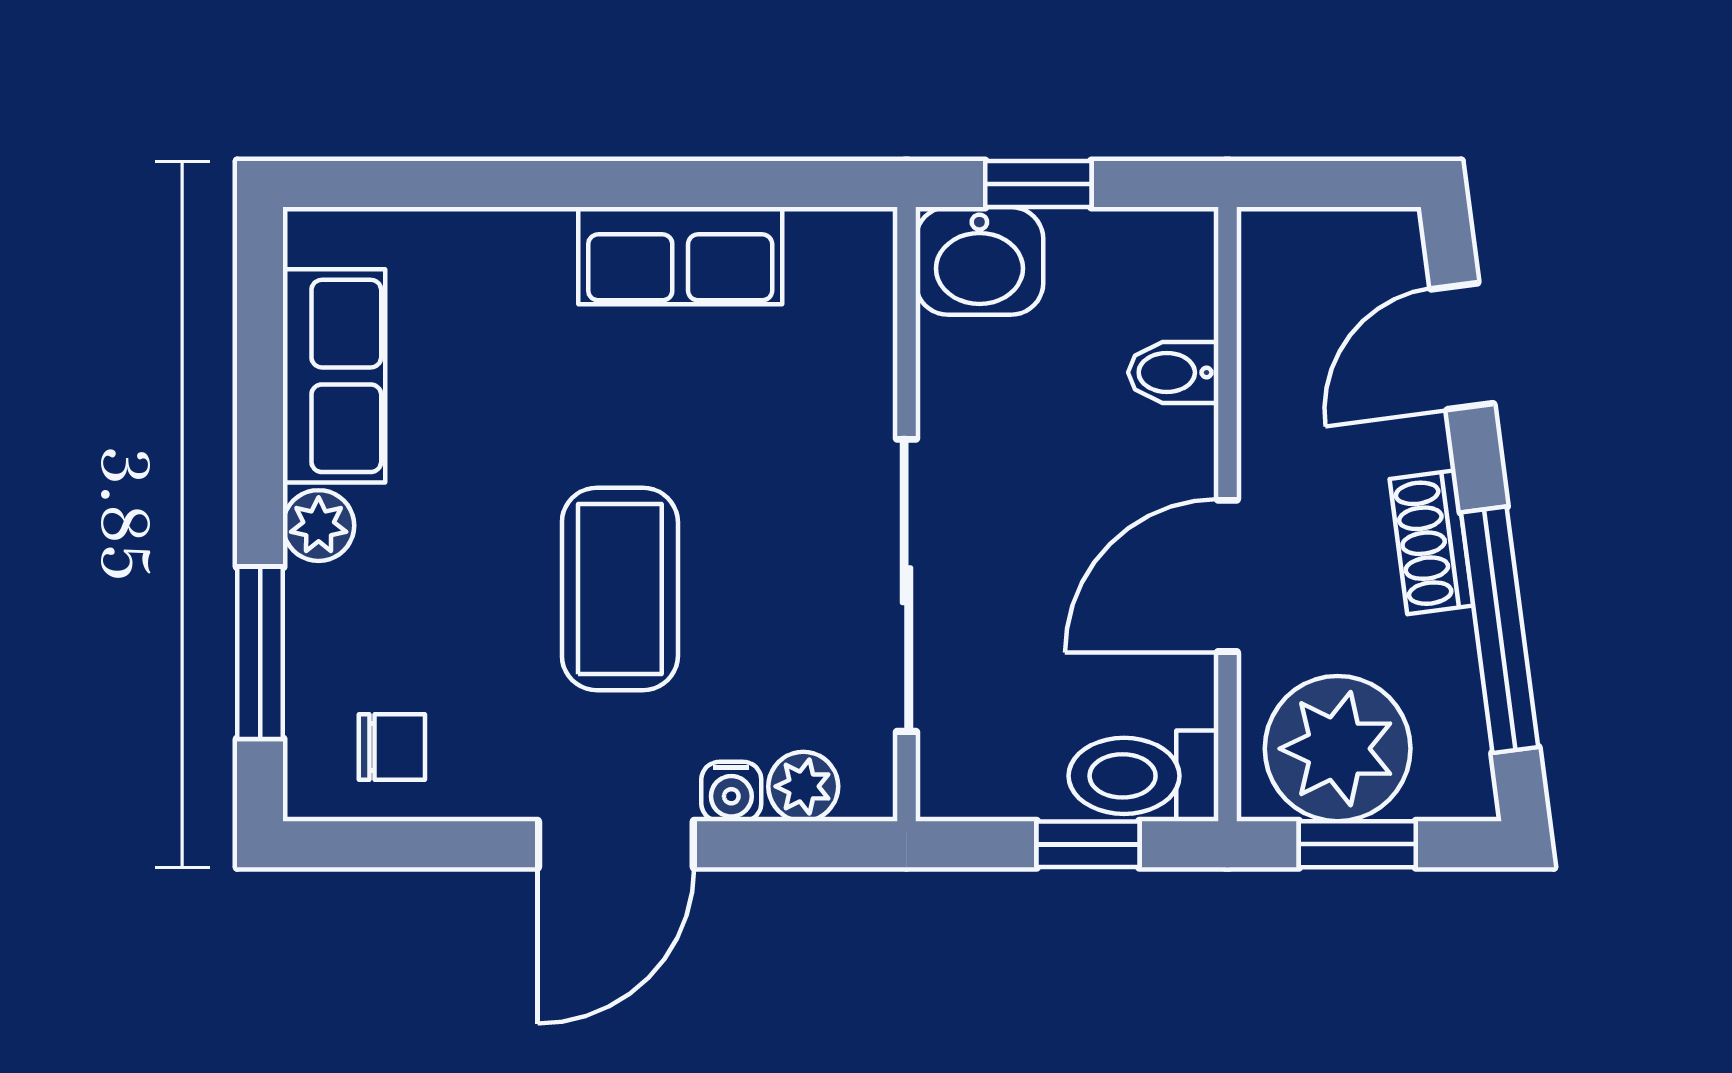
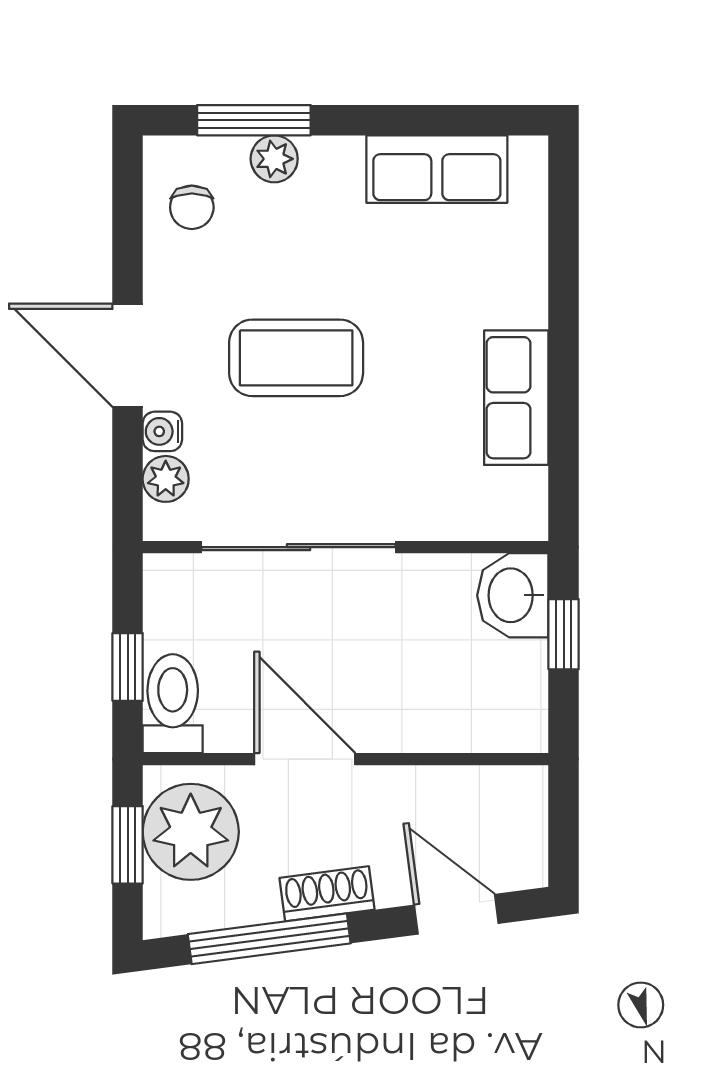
bidet: (1173, 372) -> (439, 723), removed
plant: (319, 526) -> (274, 159), moved

